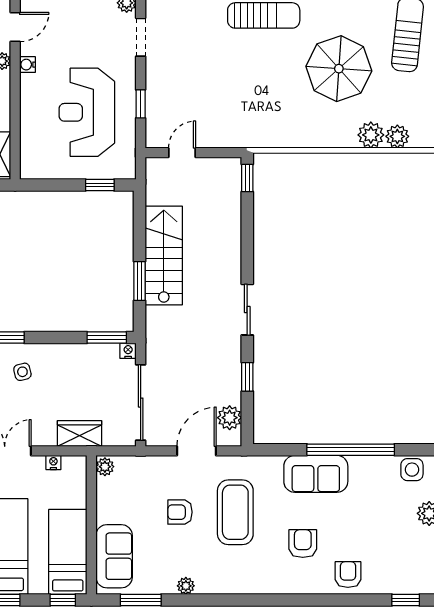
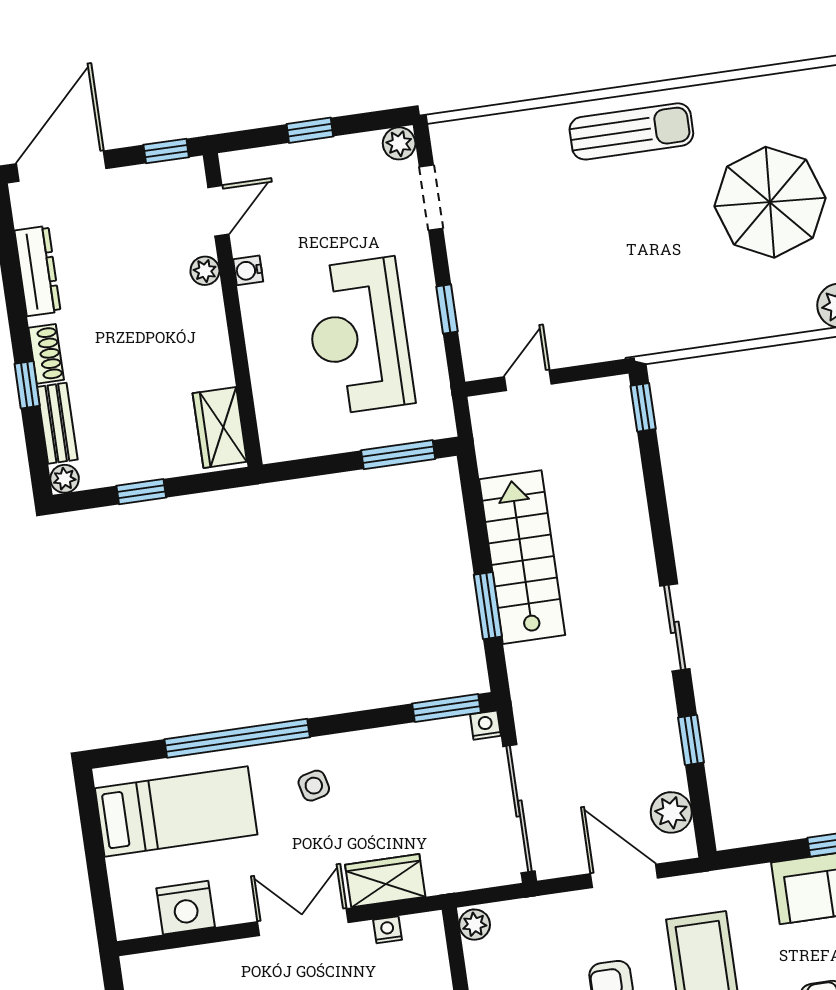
window: (100, 185) -> (398, 455), width x1.50
wardrobe: (79, 433) -> (385, 881), moved
door: (197, 451) -> (624, 876), hinge flipped

